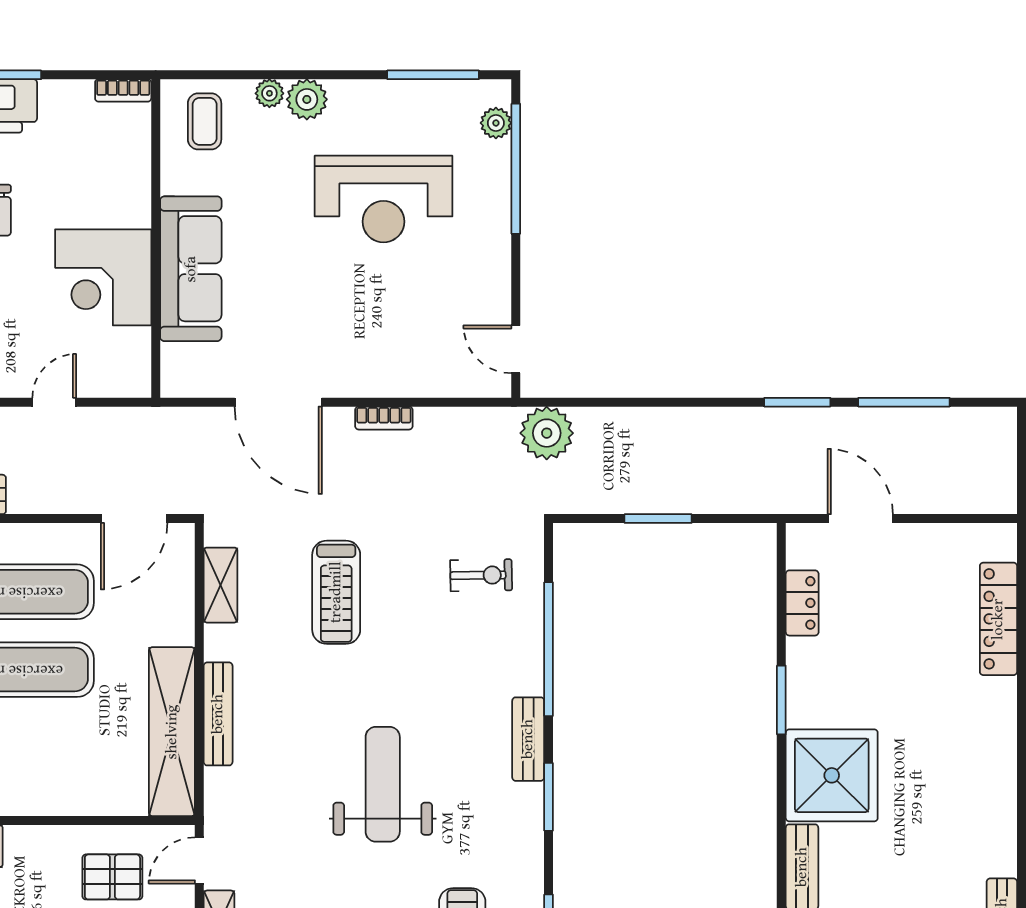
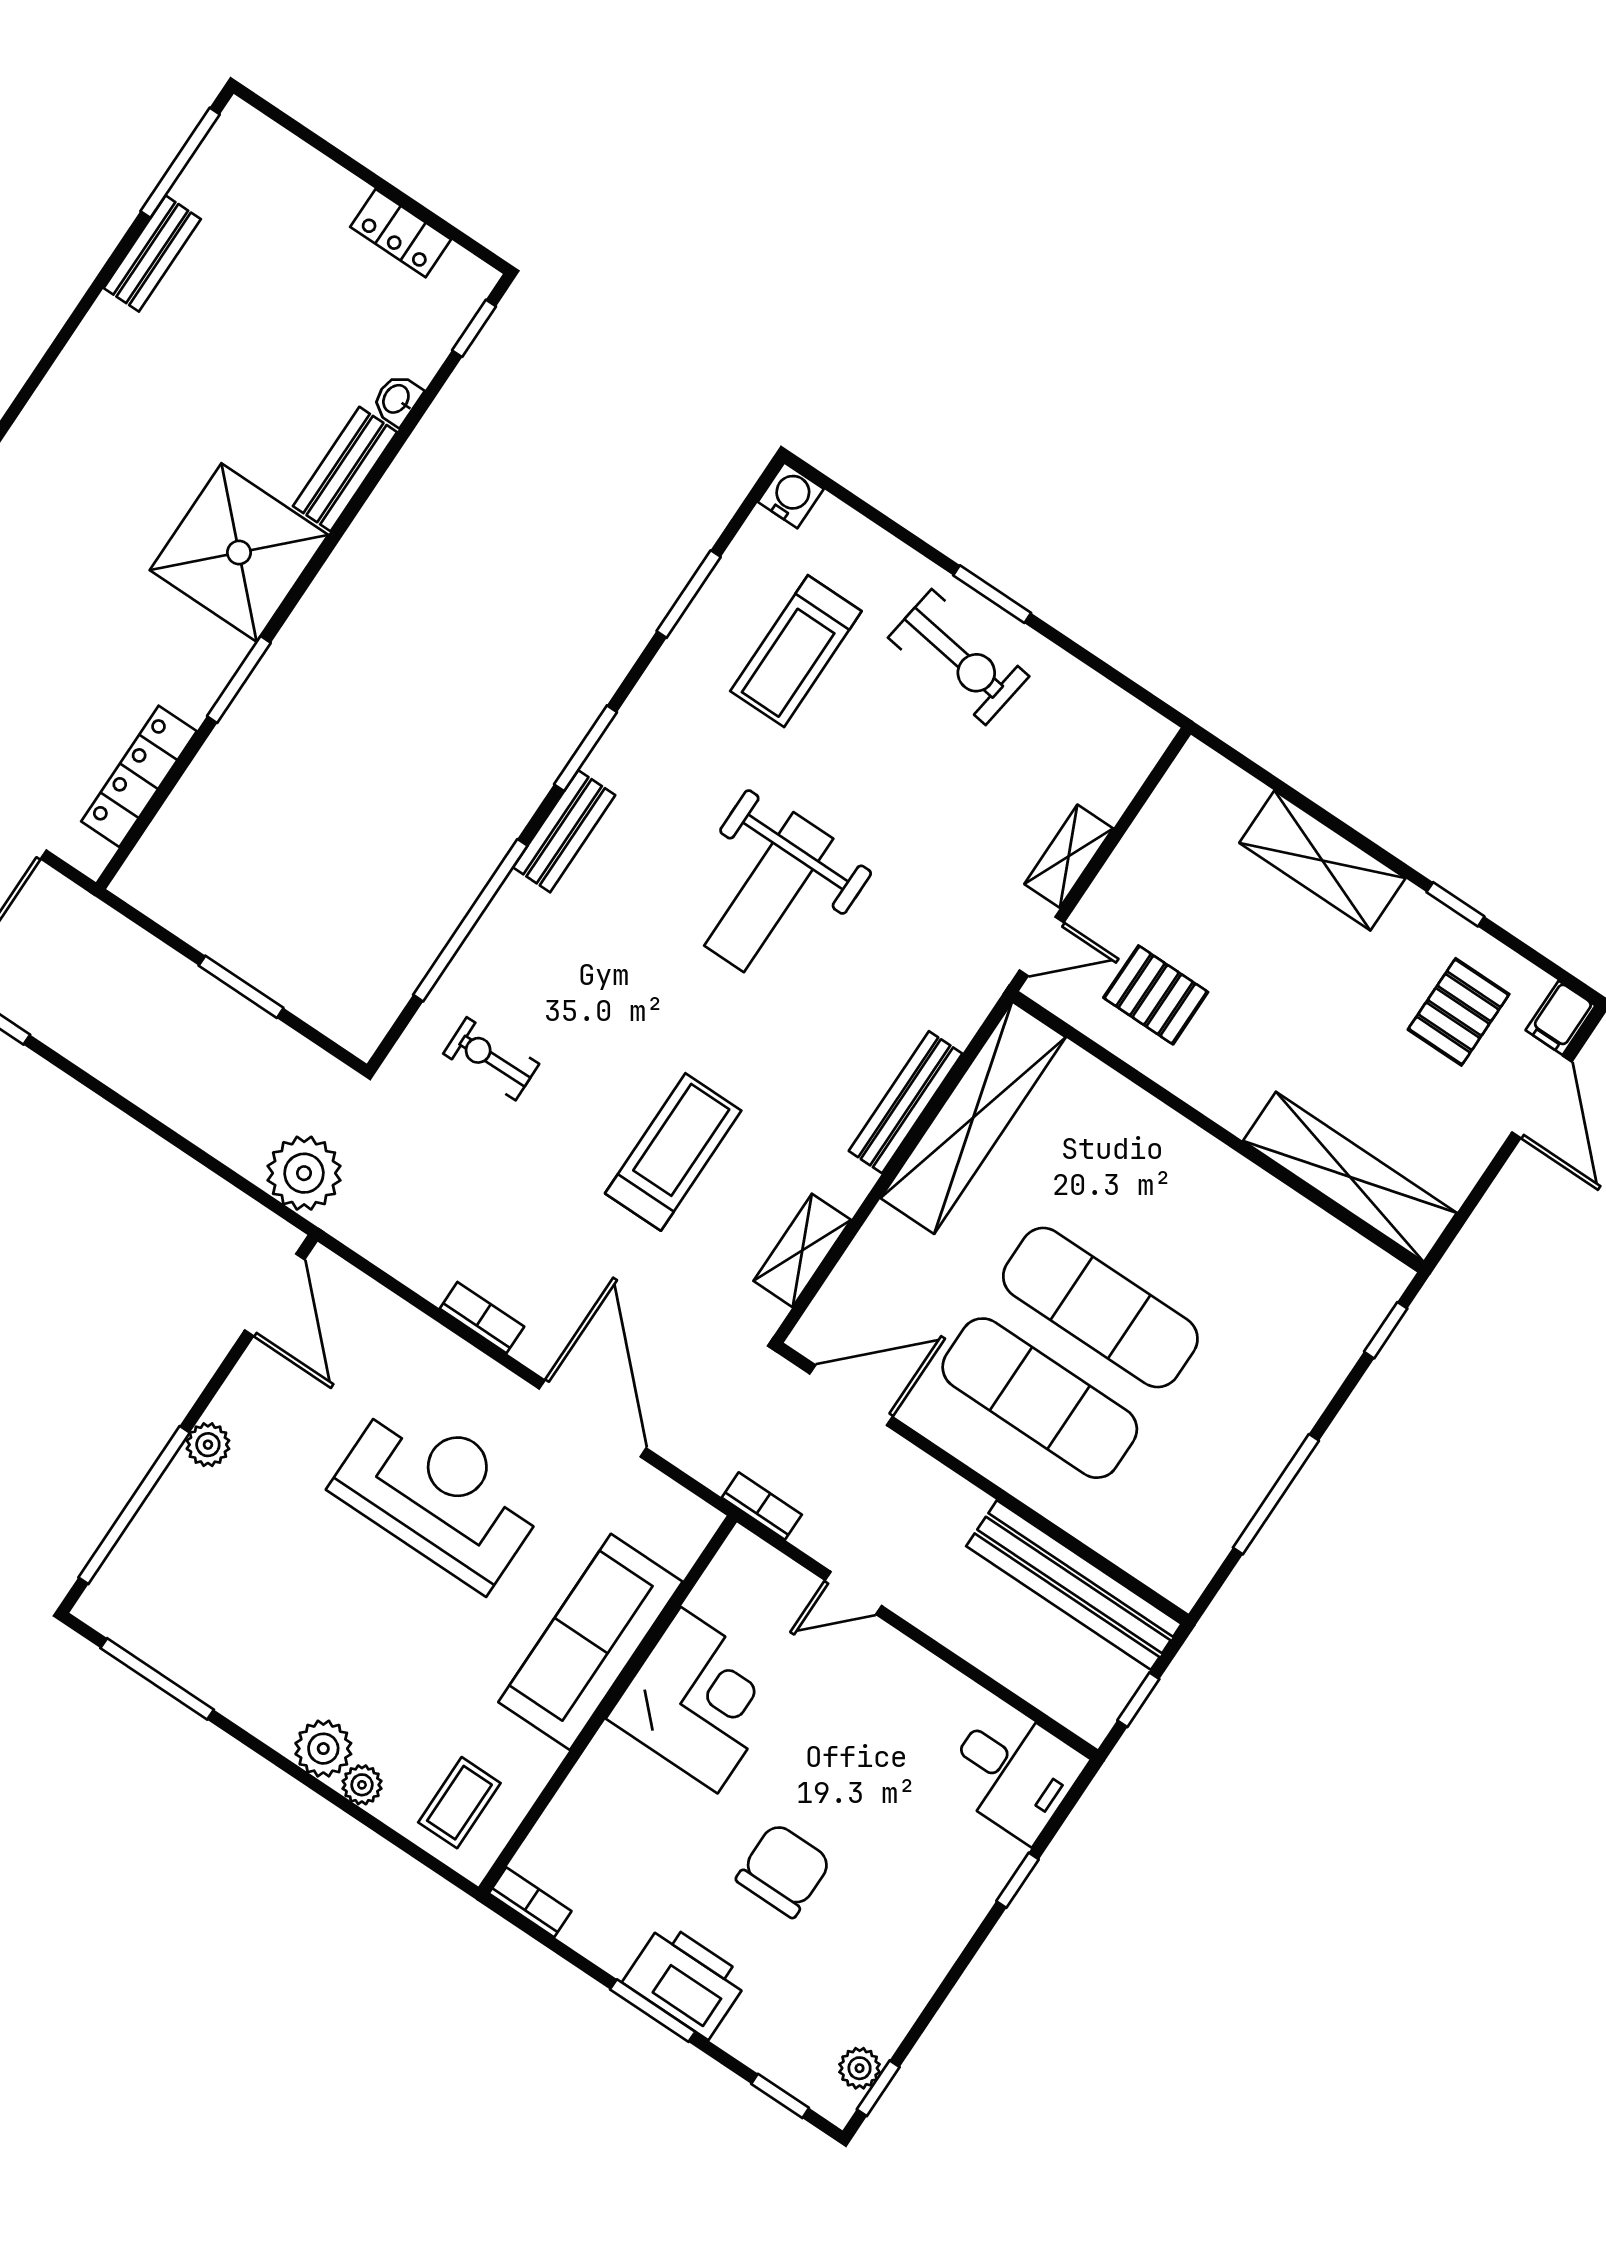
plant: (496, 123) -> (208, 1445), moved
reception desk: (383, 199) -> (440, 1493), moved
door: (516, 349) -> (275, 1295), width x1.38
bookcase: (143, 417) -> (762, 1506), added
locker: (802, 603) -> (139, 776), width x1.53

